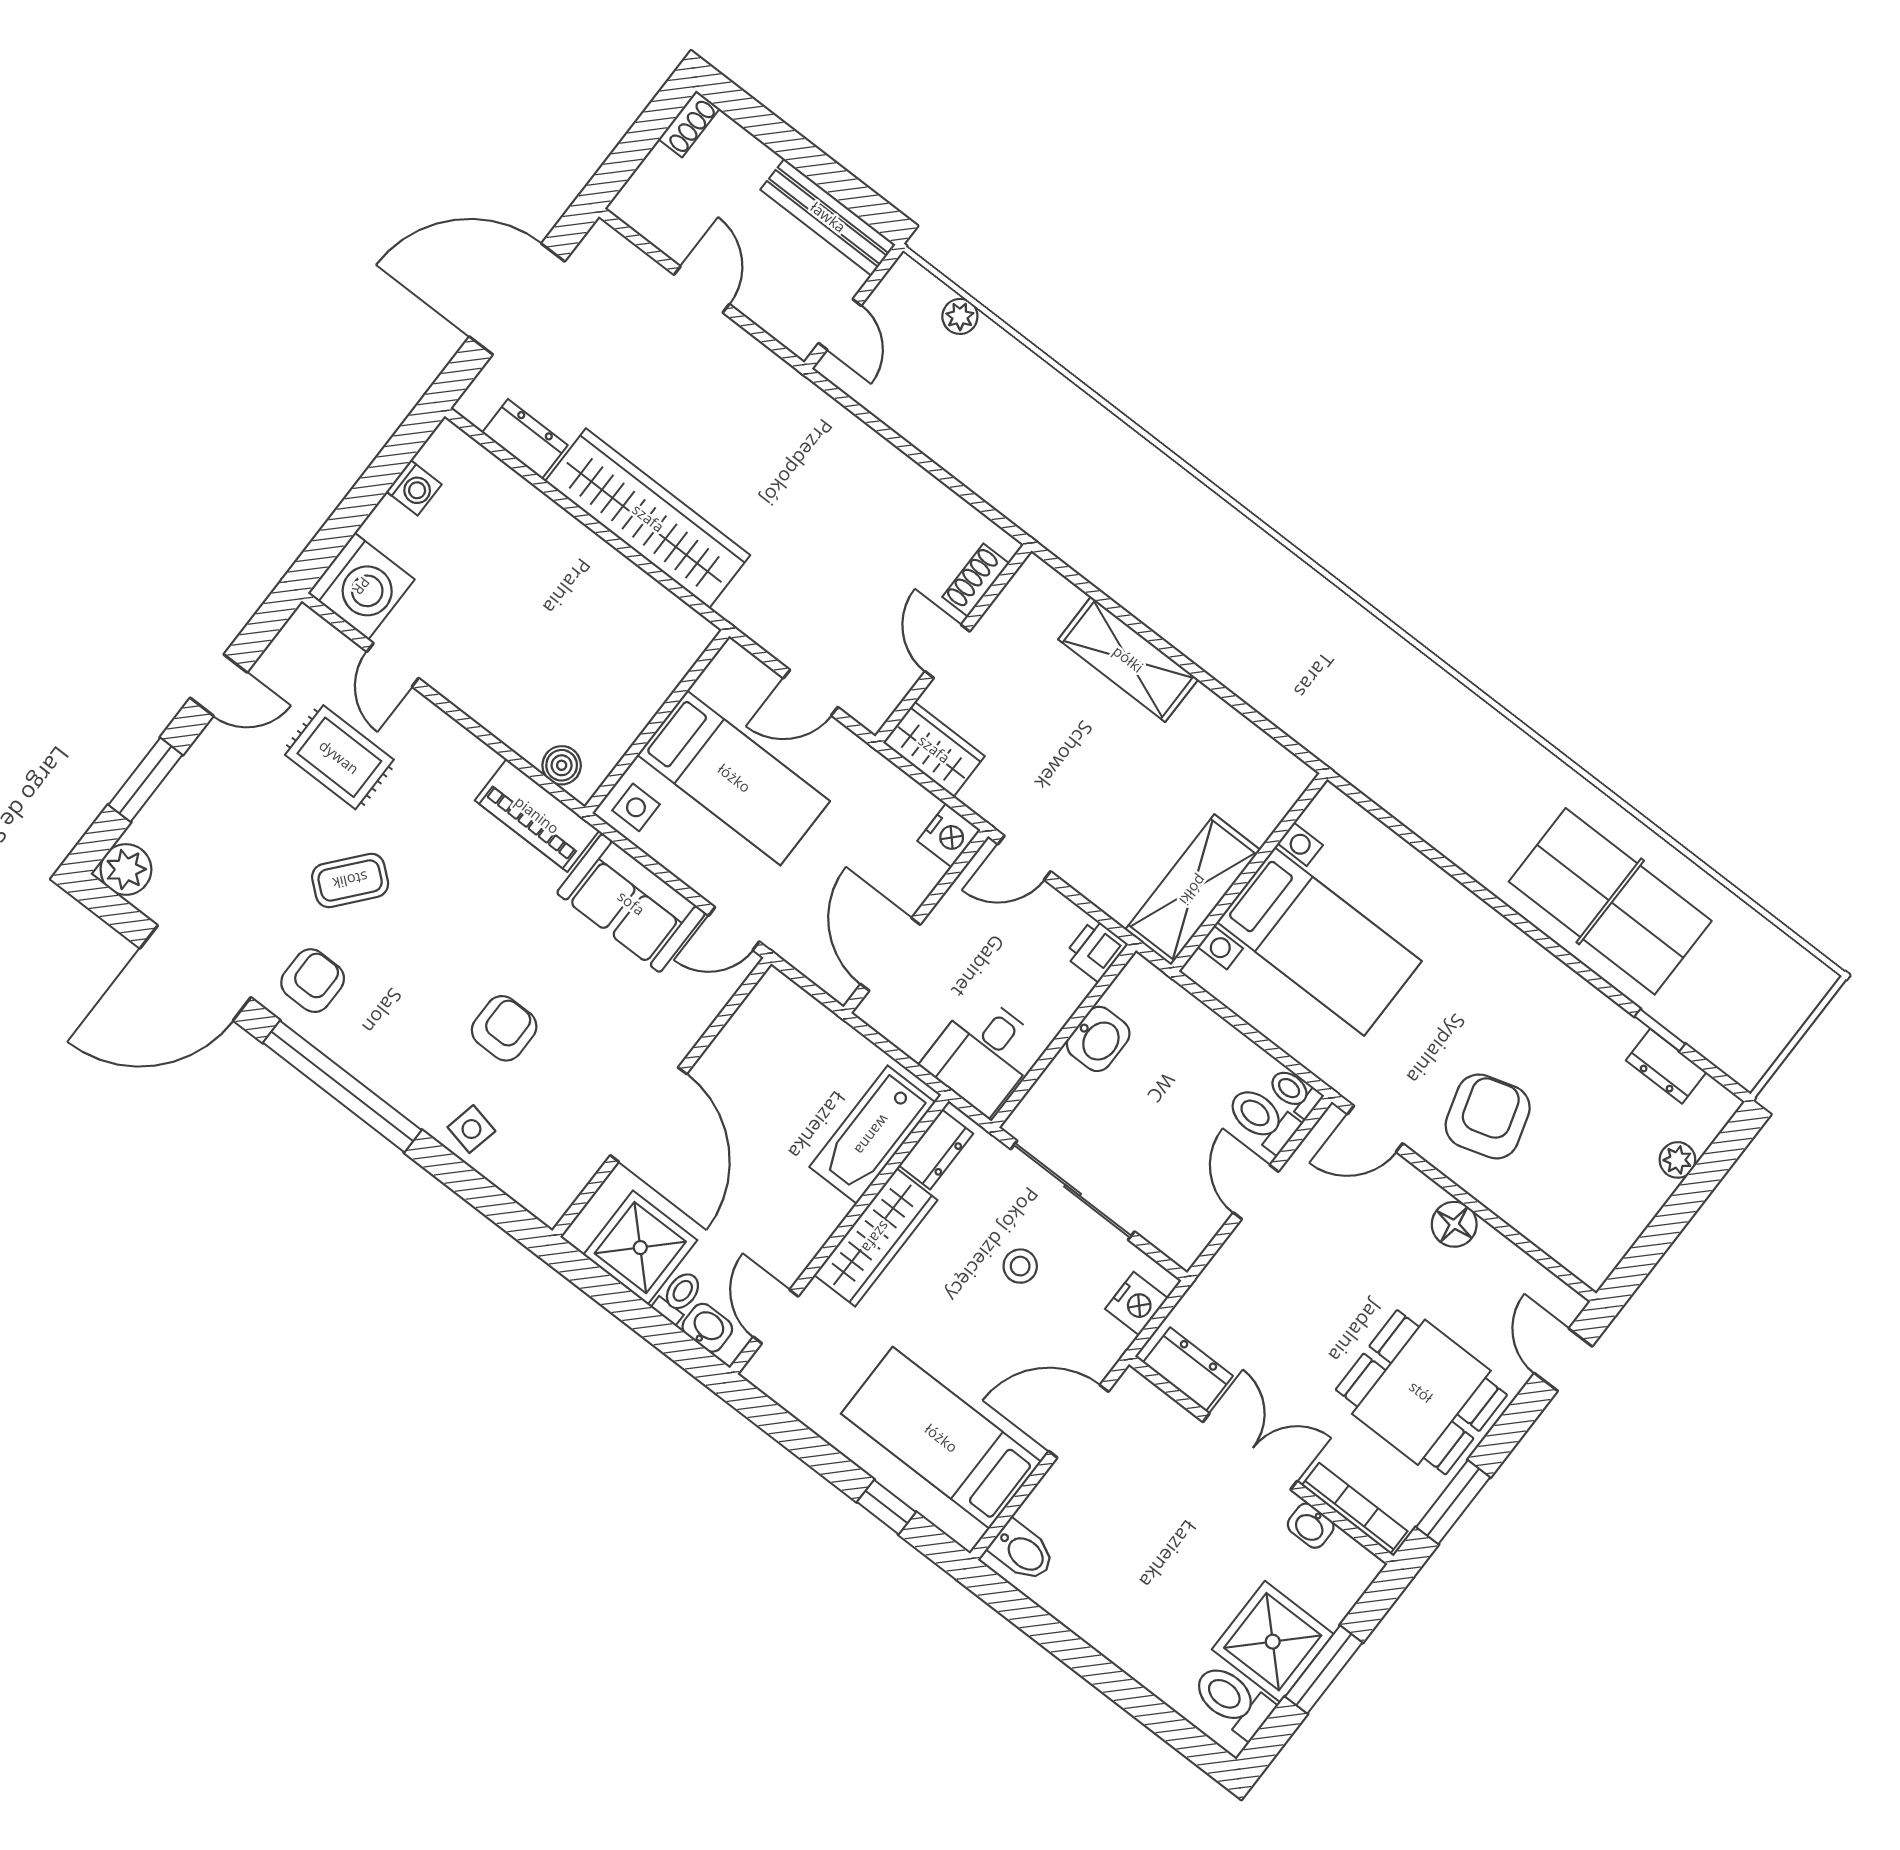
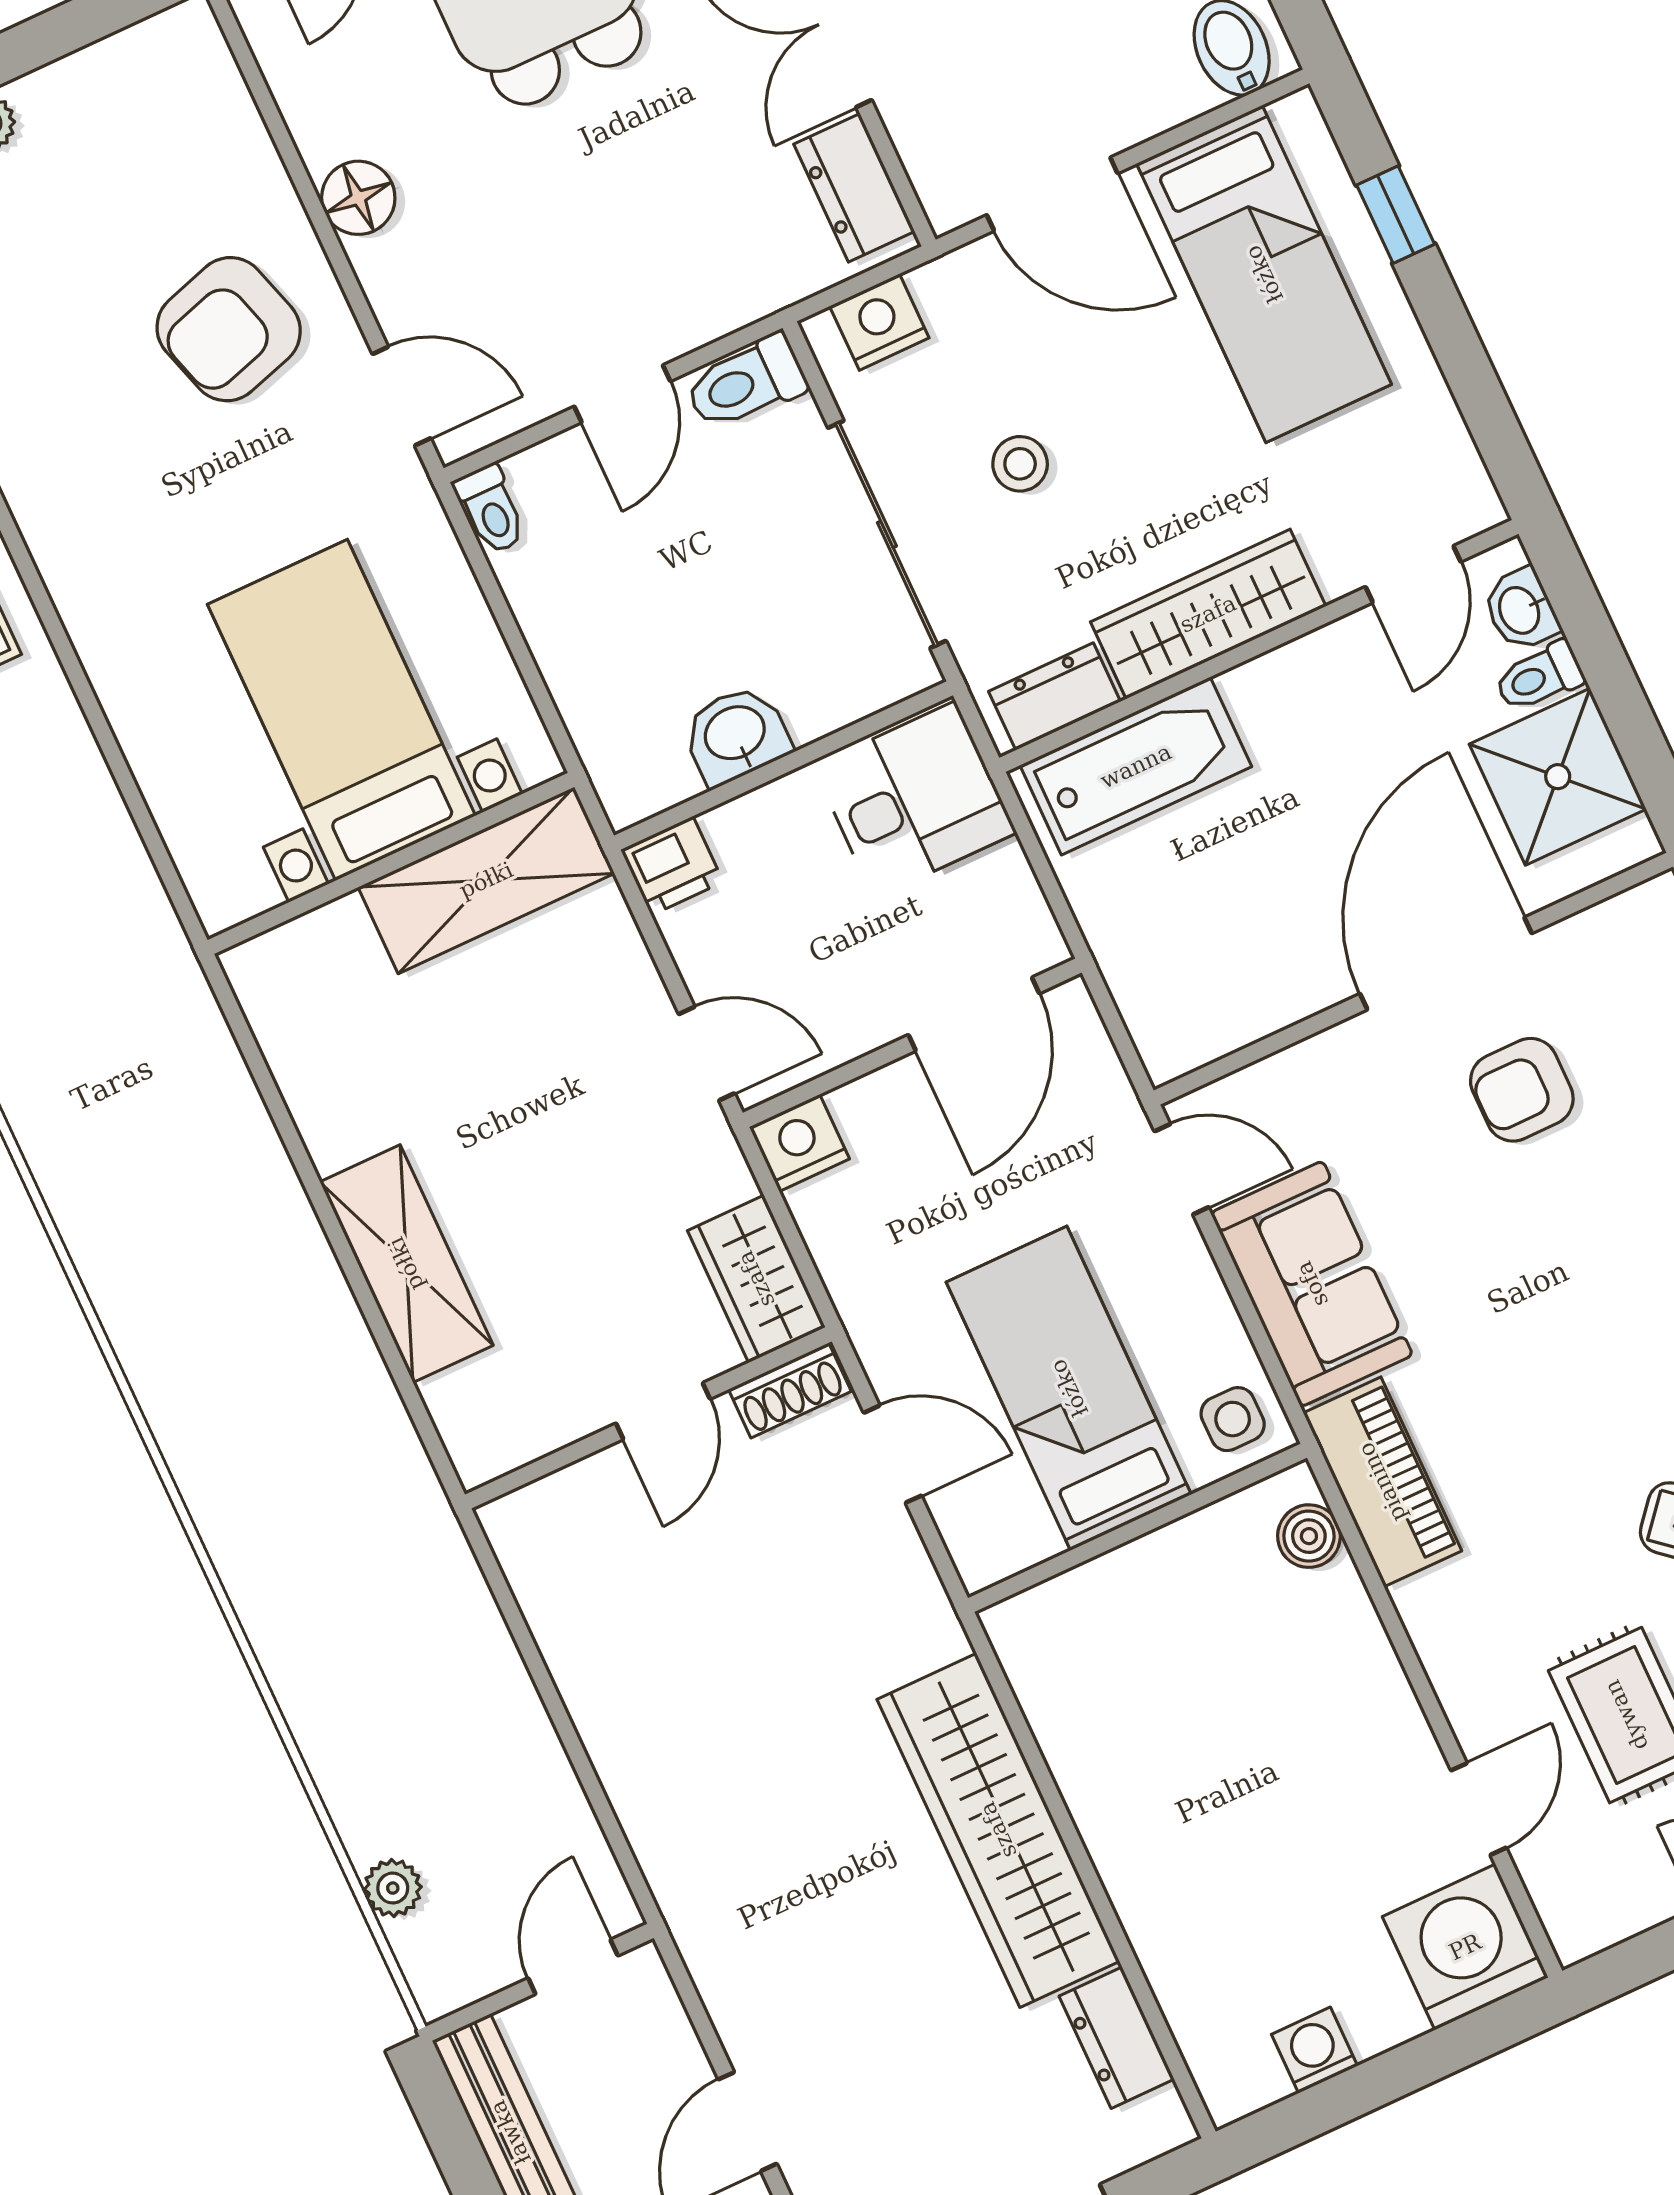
shoe rack: (976, 580) -> (790, 1390), moved
armchair: (504, 1028) -> (1522, 1090), moved
toilet: (1263, 1119) -> (746, 383), moved, turned 90

